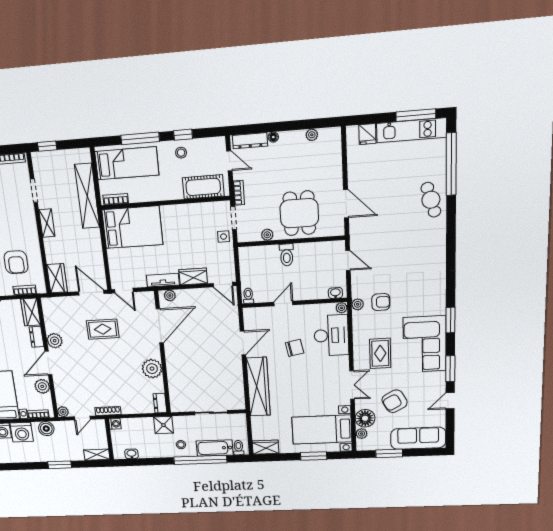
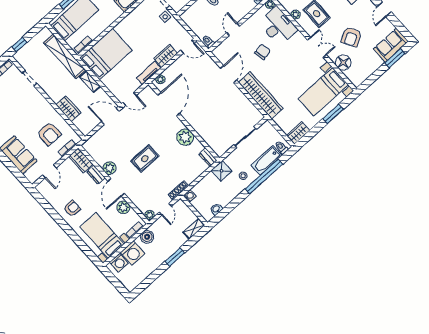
shelving: (47, 223) -> (90, 82), moved
wardrobe: (57, 278) -> (68, 109), moved
rug: (103, 329) -> (145, 159), moved
plant: (362, 434) -> (296, 15), moved
sofa: (418, 438) -> (391, 45), width x0.73
window: (389, 453) -> (395, 58), moved

